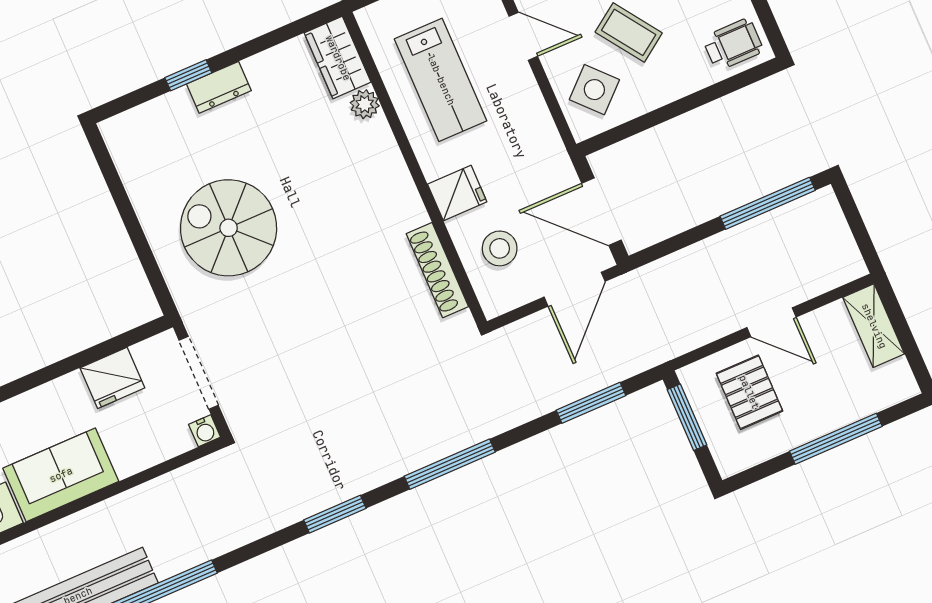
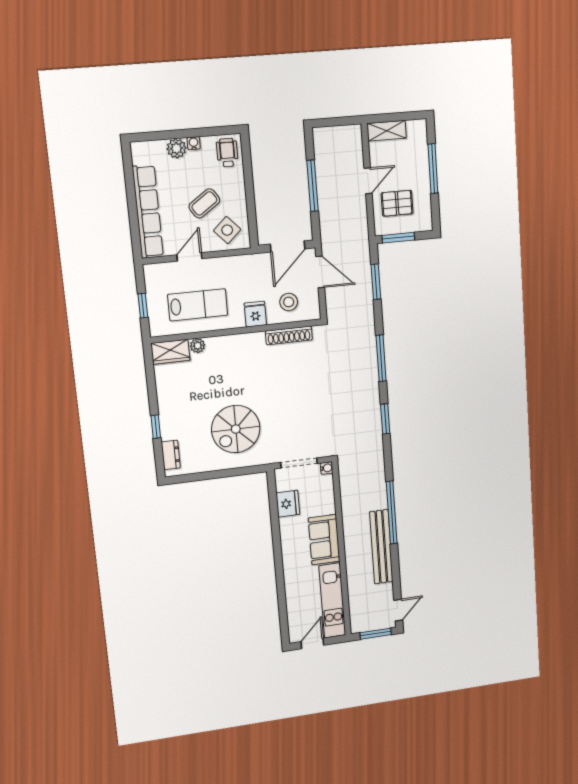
dresser: (219, 87) -> (171, 455), moved
window: (768, 203) -> (313, 186), moved

